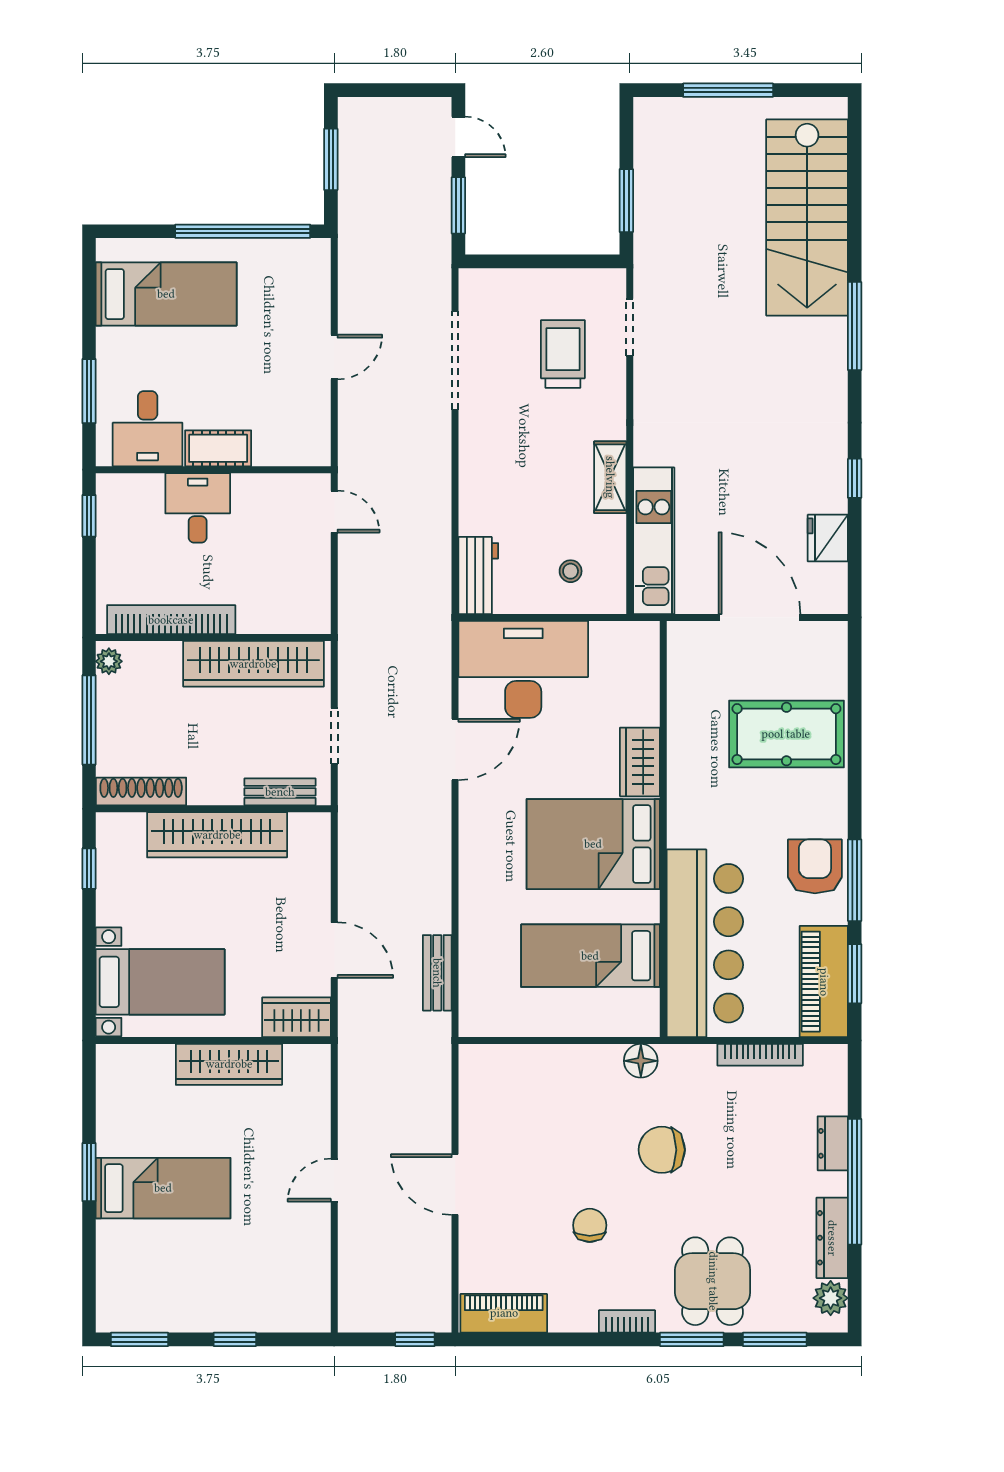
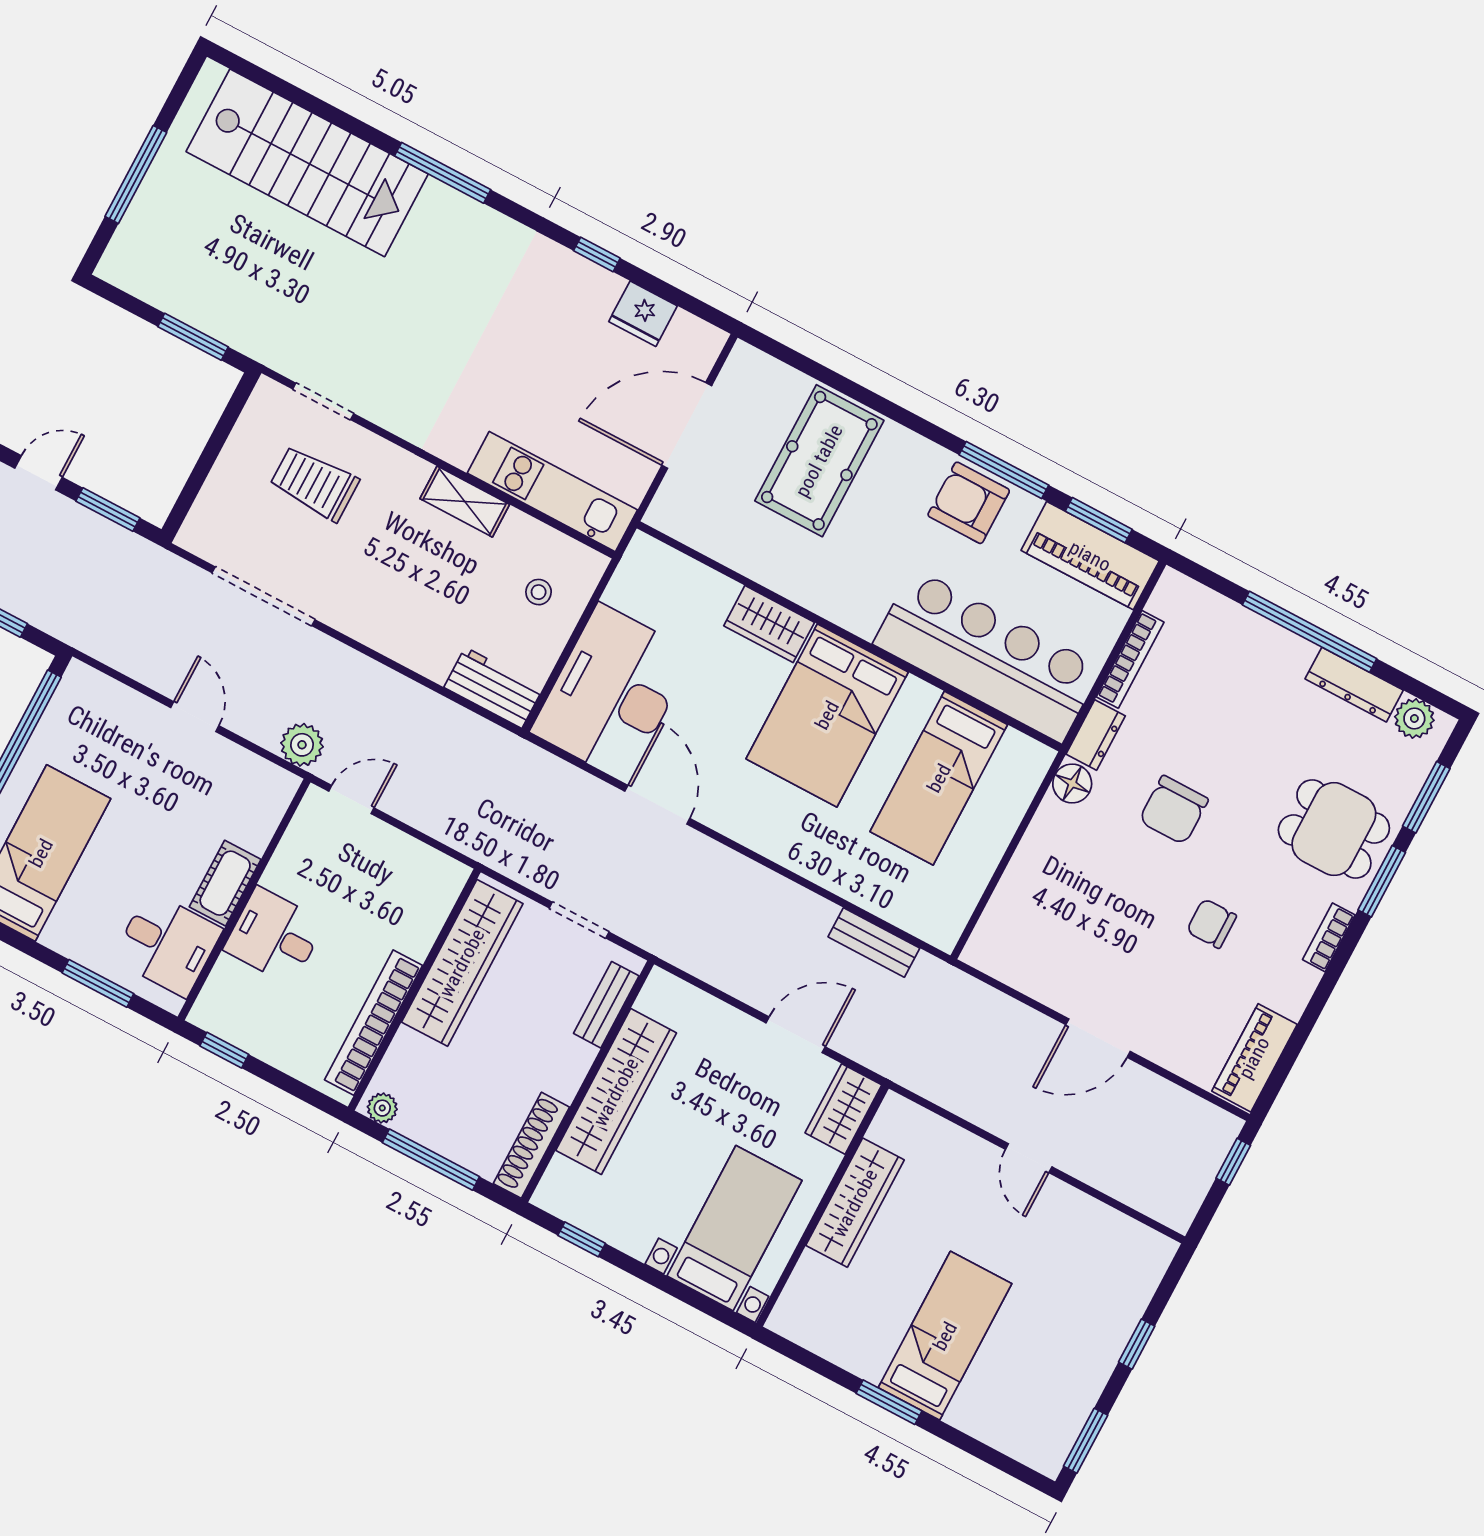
plant: (356, 451) -> (302, 745), added
dresser: (833, 1143) -> (1096, 735), moved, turned -90

